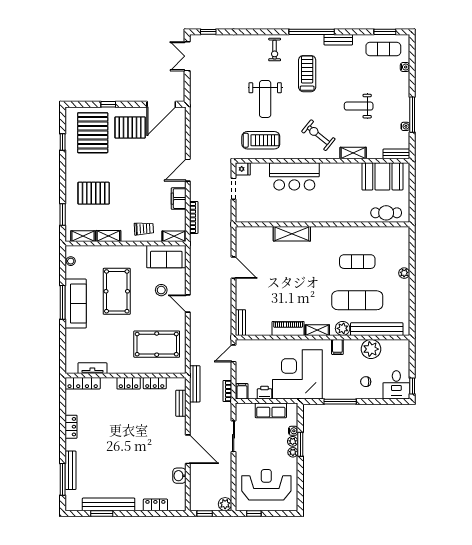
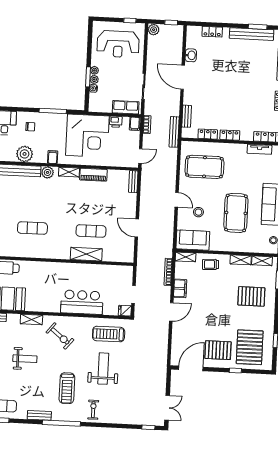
exercise mat: (357, 300) -> (91, 231), moved, width x0.73, depth x0.69
row of seats: (271, 410) -> (126, 107), moved

